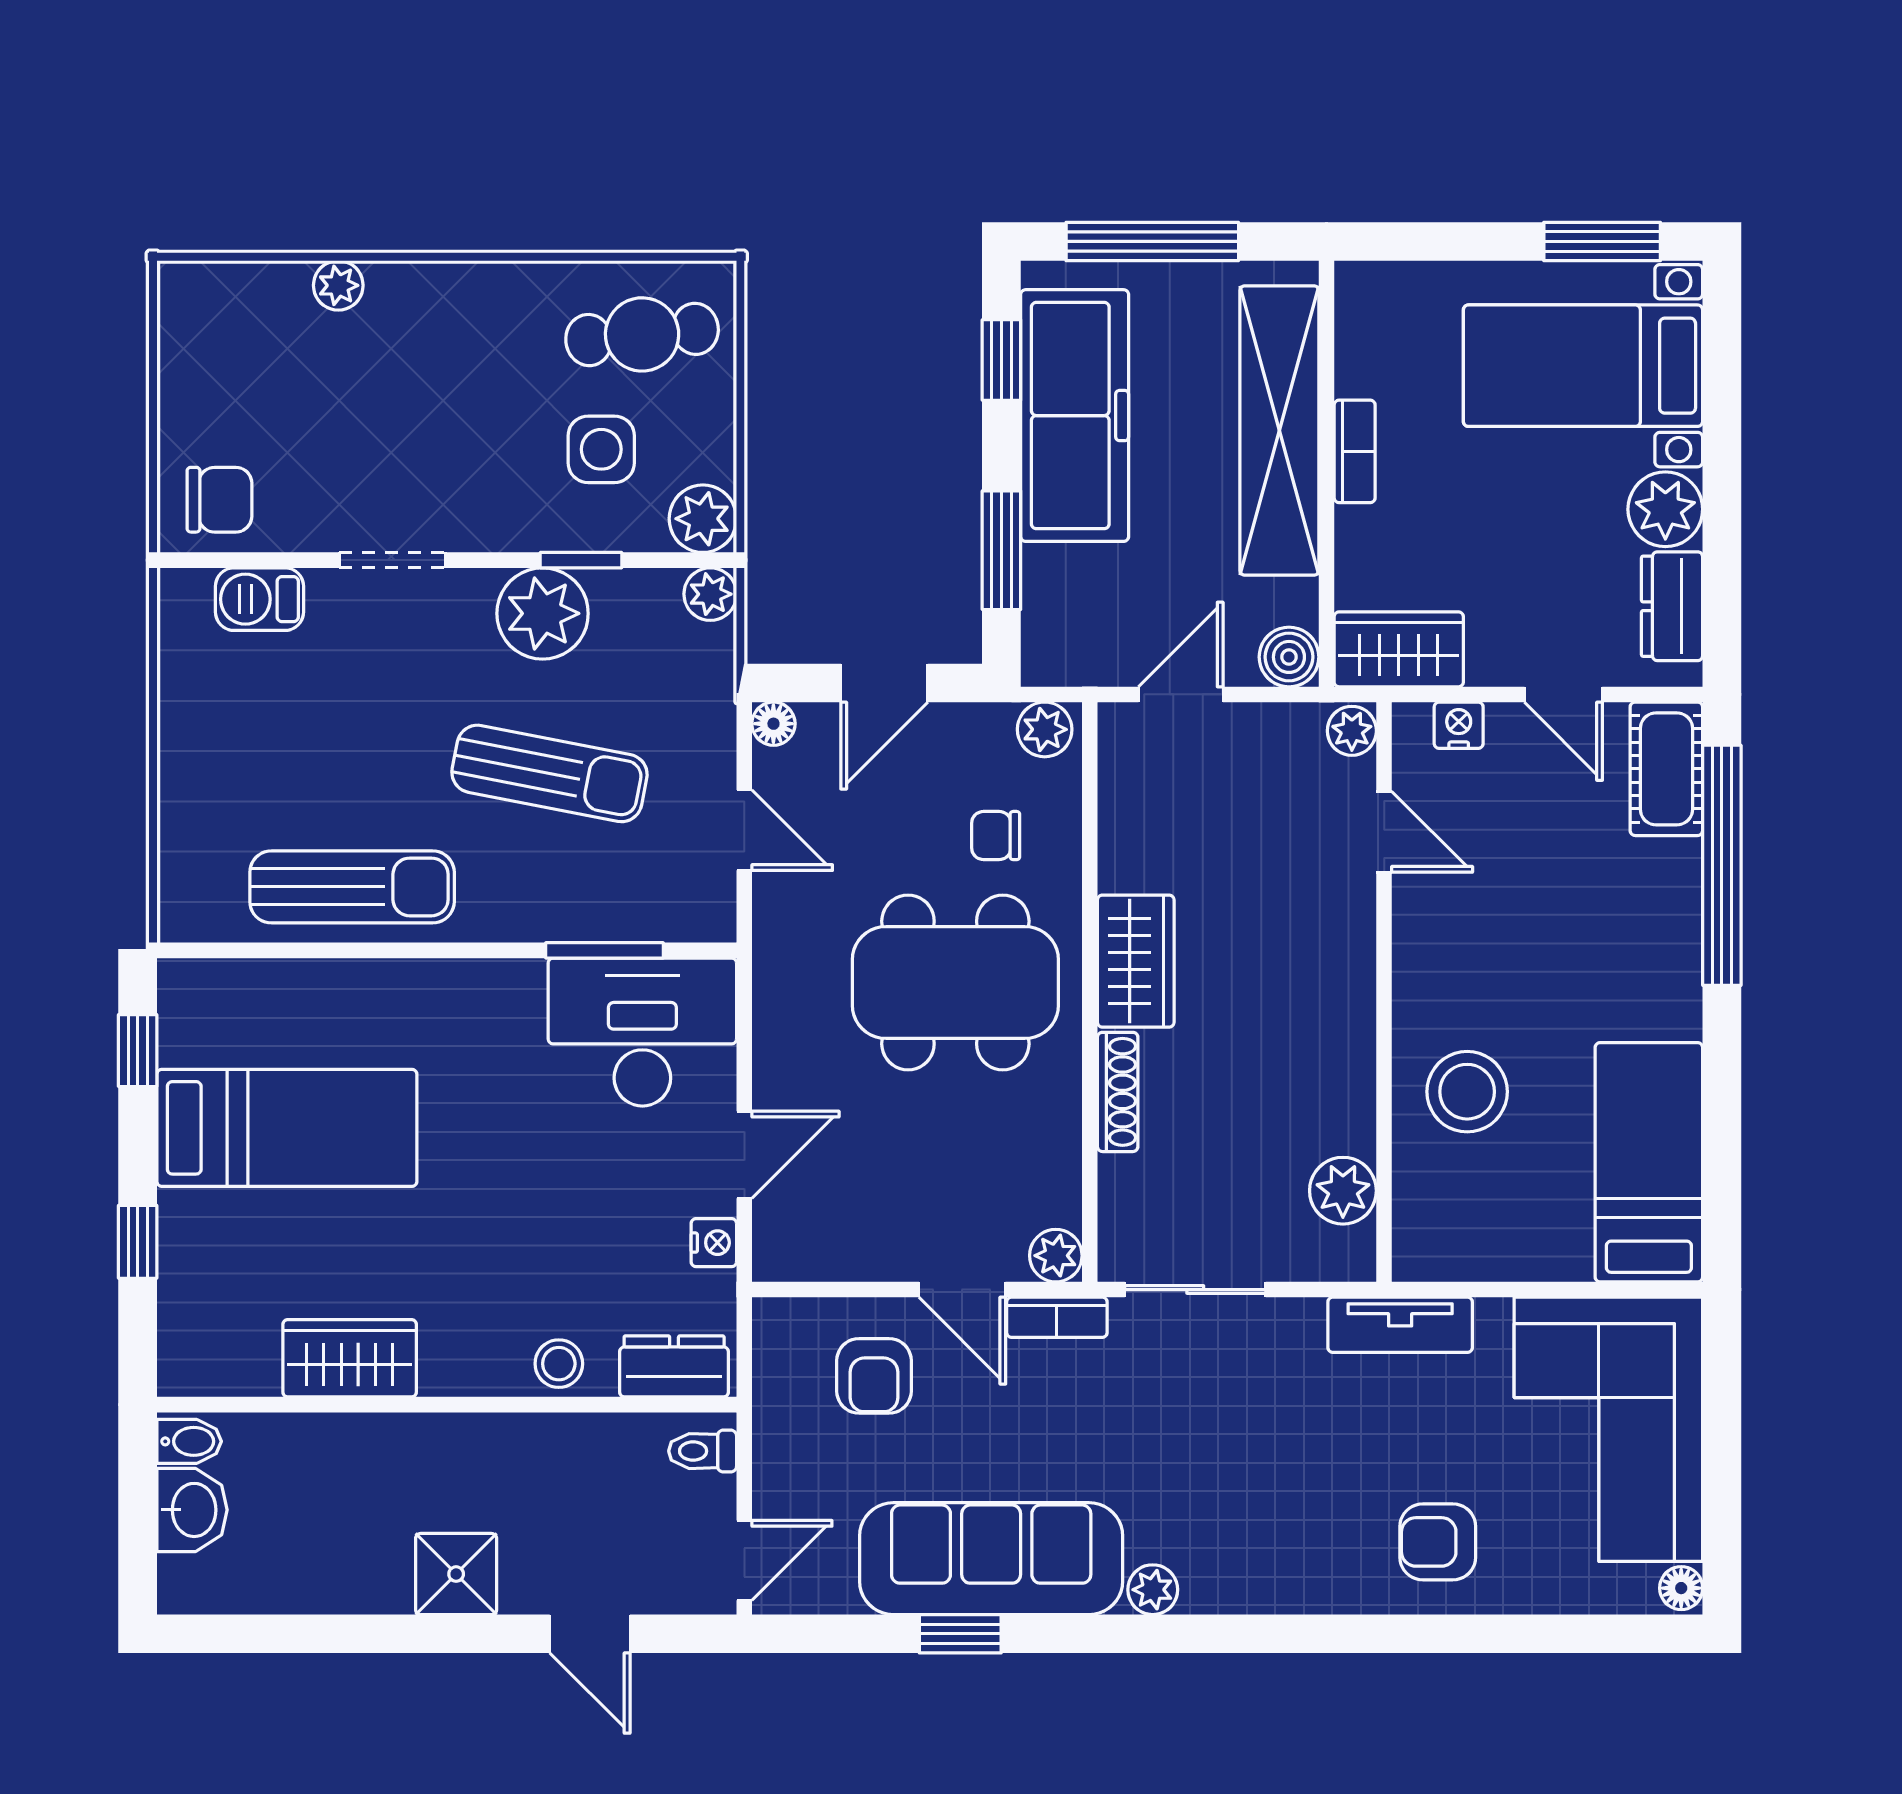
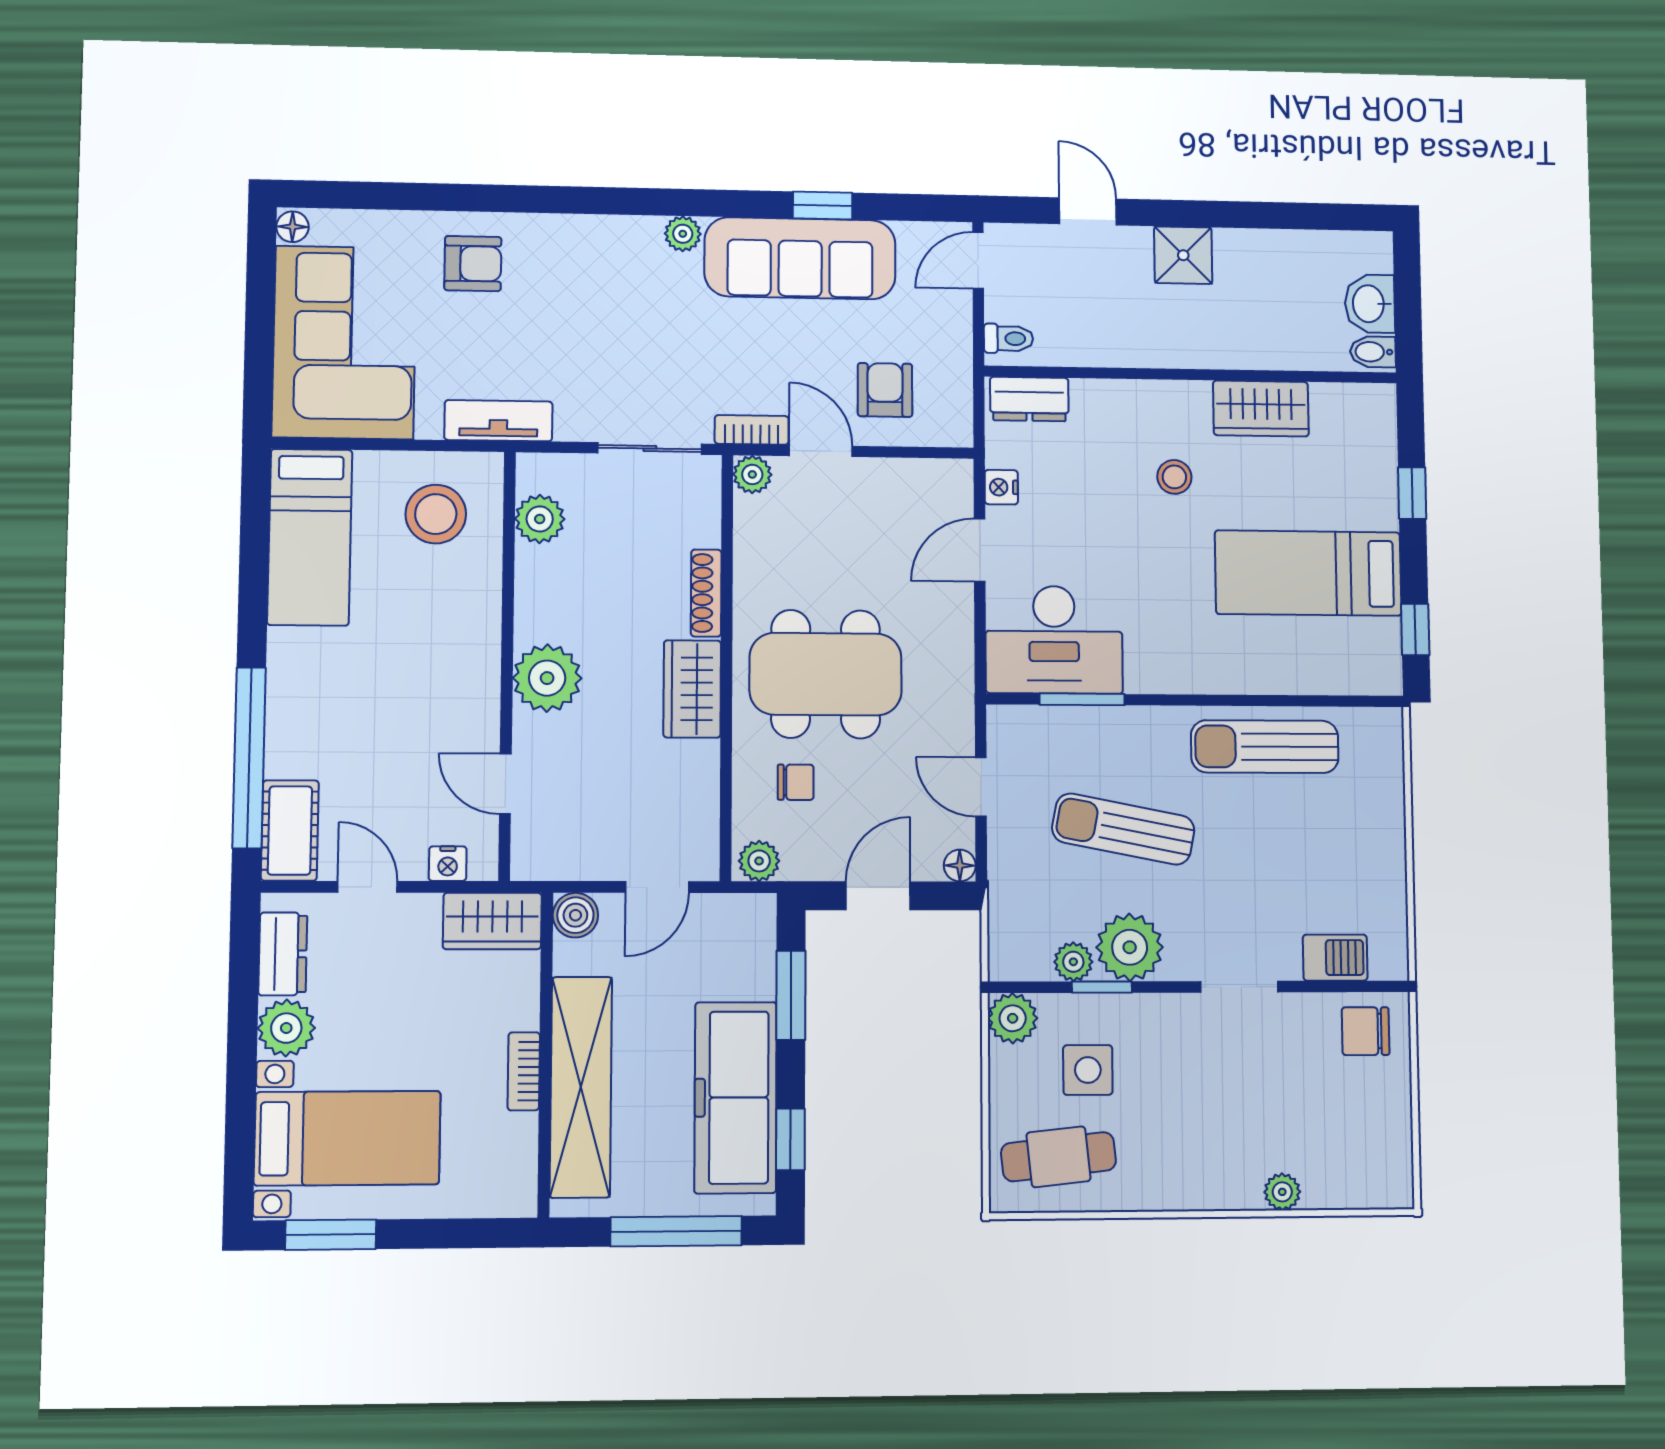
plant: (710, 594) -> (1073, 962), moved
plant: (1352, 731) -> (547, 678), moved, width x1.87, depth x1.87
stool: (1467, 1092) -> (436, 514), moved
stool: (559, 1364) -> (1174, 477), moved

